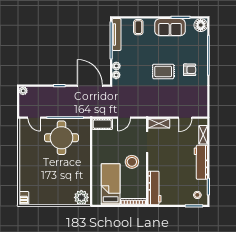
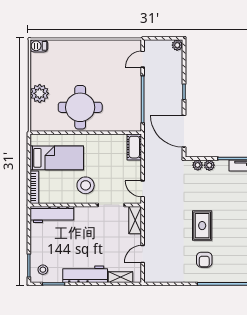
door: (90, 86) -> (184, 131), swing flipped
door: (124, 118) -> (143, 189), moved
door: (185, 118) -> (143, 254), hinge flipped
round table: (62, 138) -> (80, 107), moved
plant: (81, 197) -> (40, 93), moved

